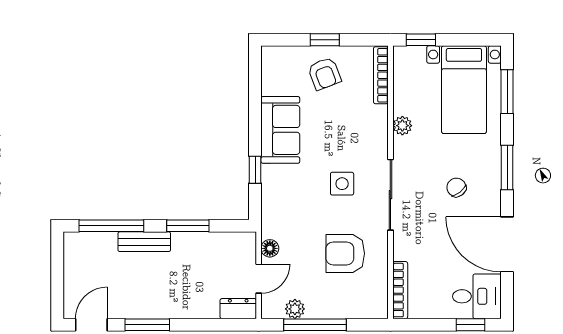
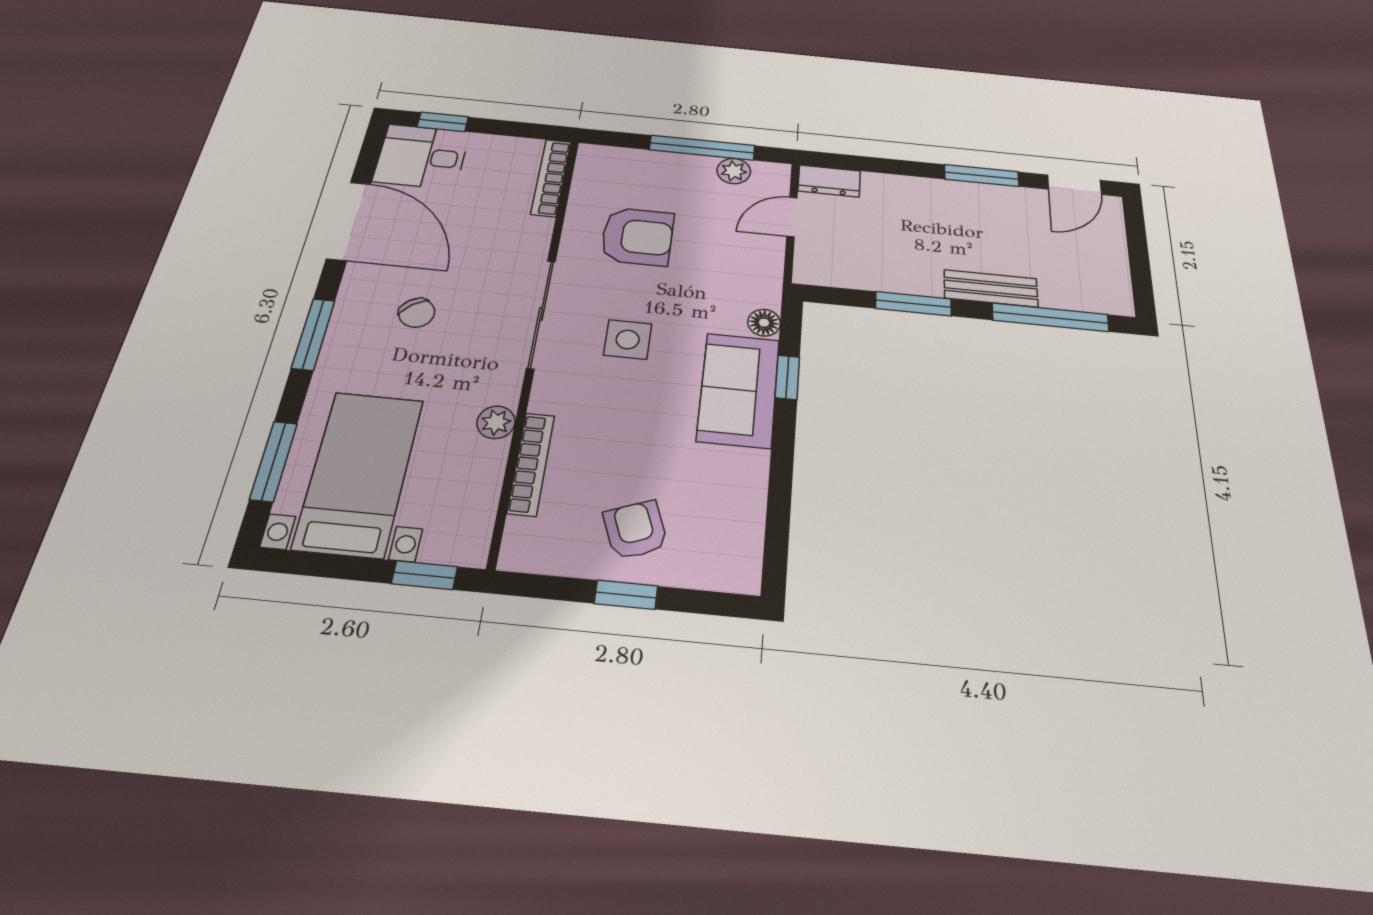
bookcase: (381, 75) -> (531, 464), moved
sofa: (280, 130) -> (739, 390), moved
floor lamp: (270, 248) -> (764, 323), moved

